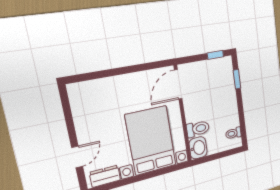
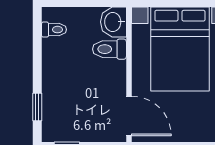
door: (178, 84) -> (129, 116), hinge flipped

